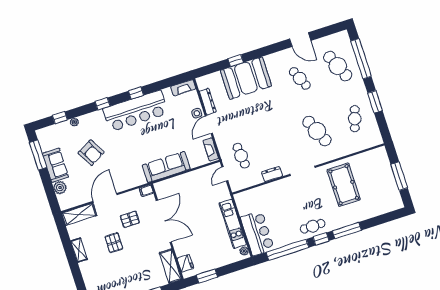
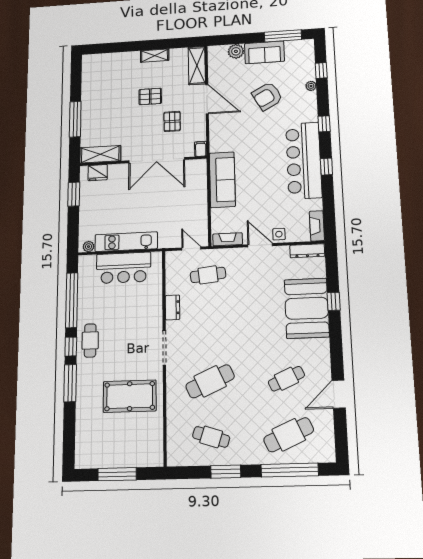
dresser: (208, 102) -> (307, 251), moved
bar counter: (257, 233) -> (124, 268), moved

